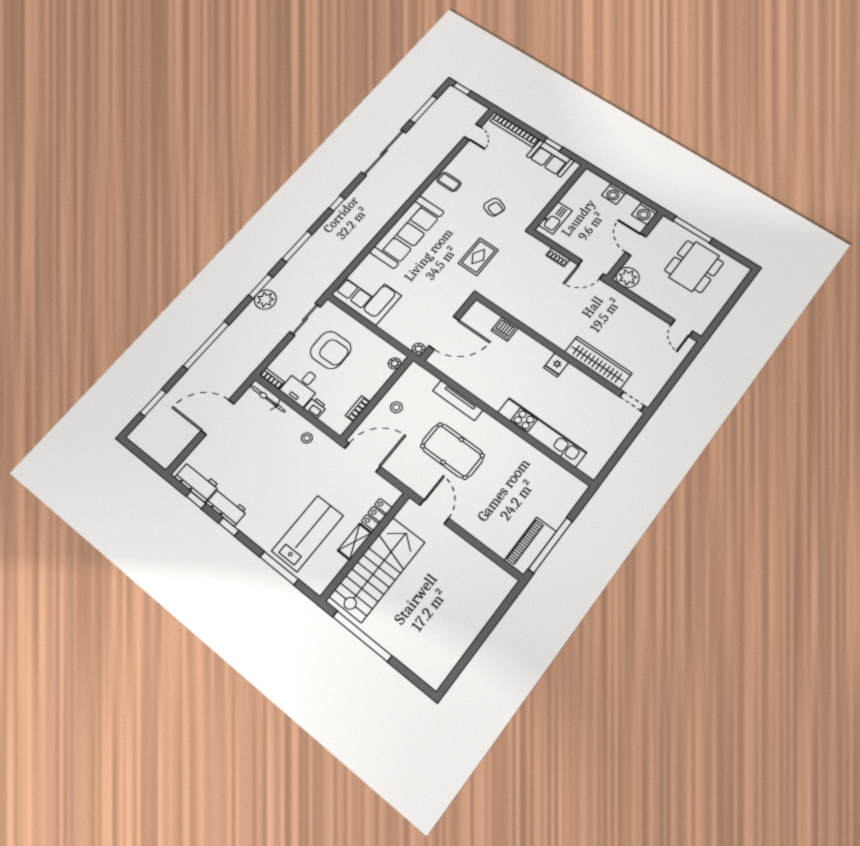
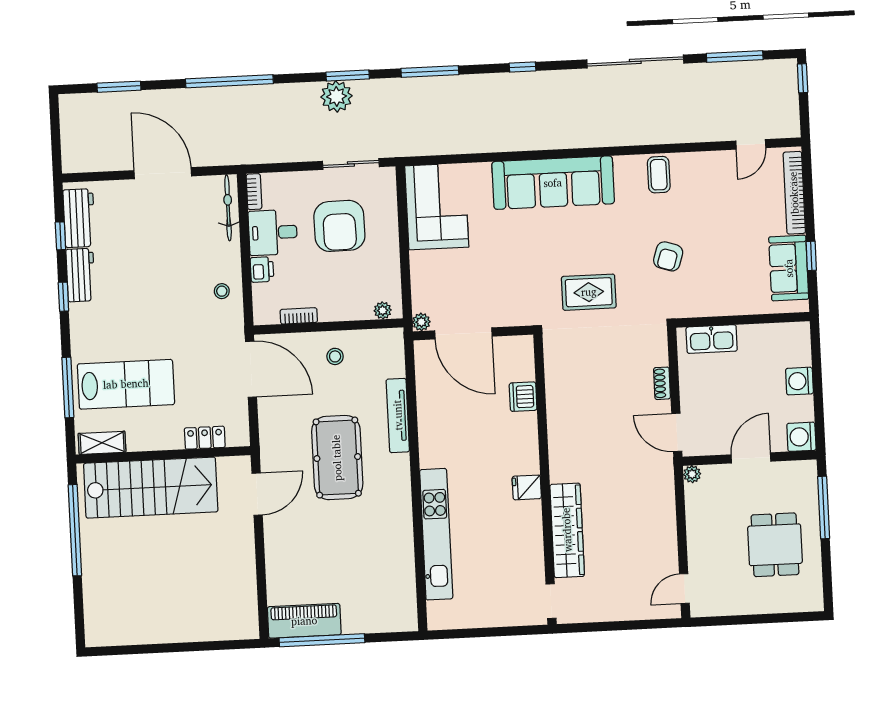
dining table: (694, 267) -> (775, 545), width x0.73
plant: (628, 277) -> (692, 474), width x0.53, depth x0.53
shelving: (355, 542) -> (102, 443), moved

